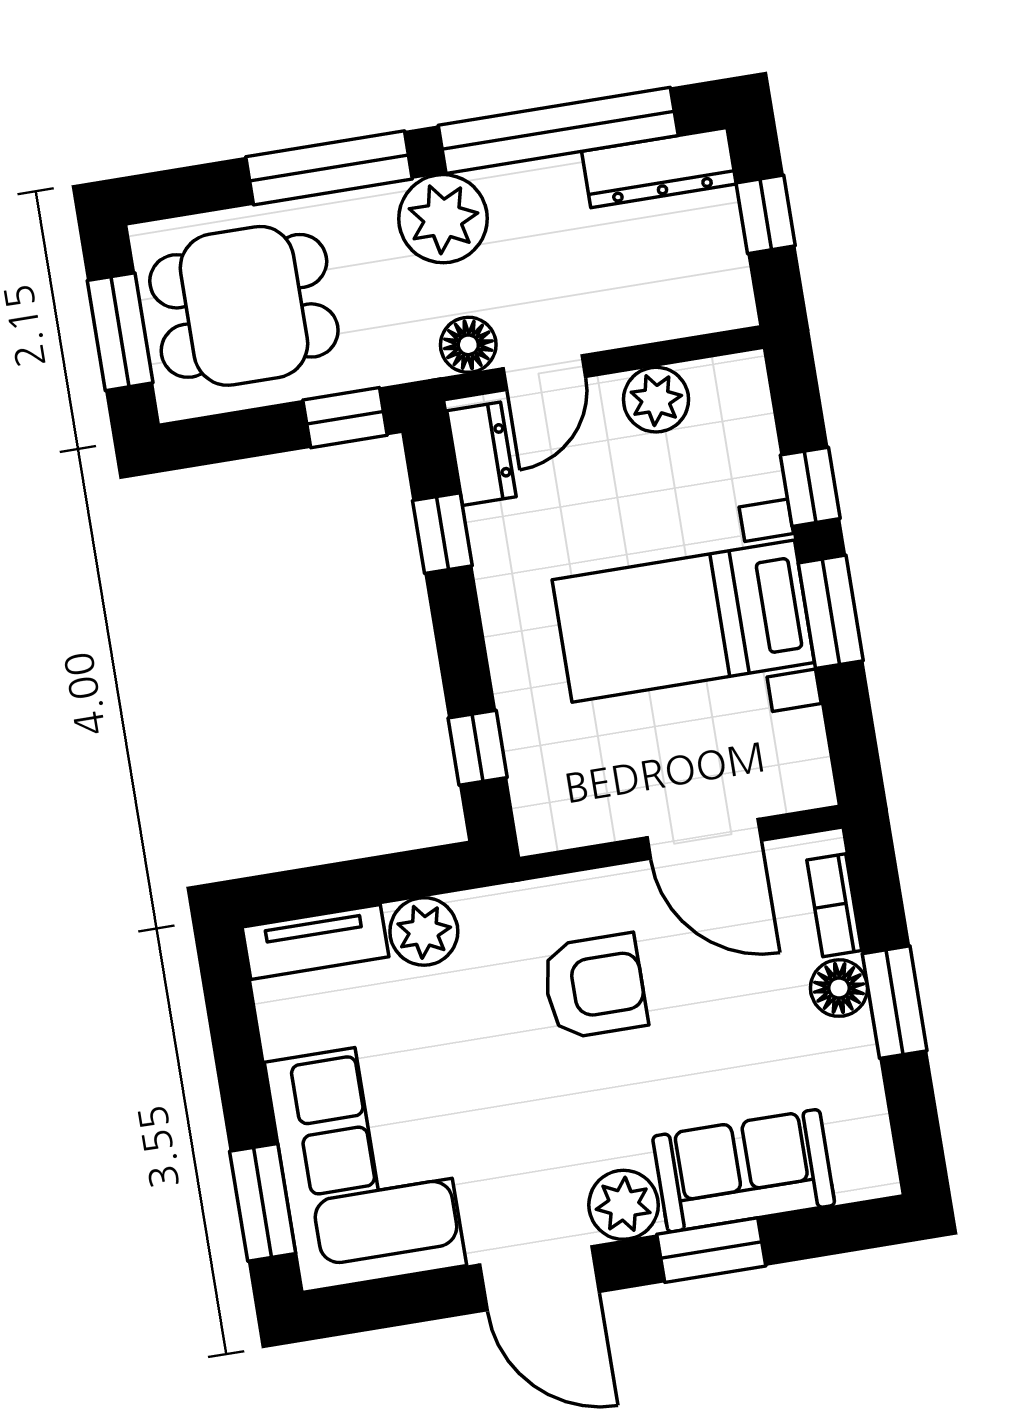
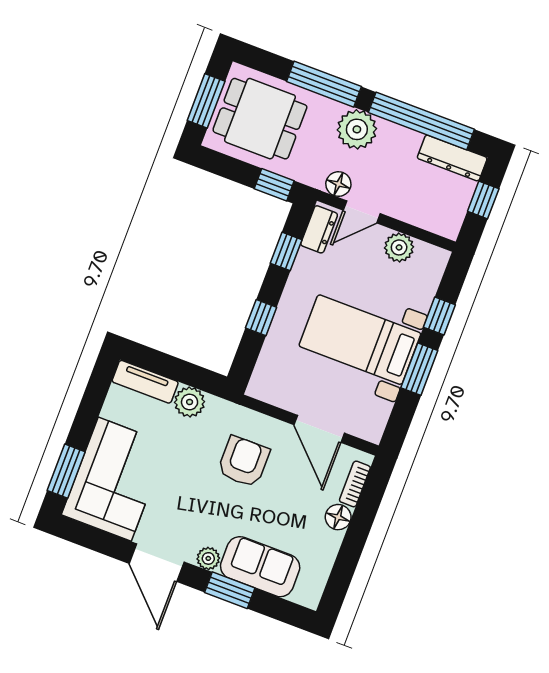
window: (478, 748) -> (261, 318), moved
armchair: (595, 986) -> (244, 462), turned -90
window: (895, 1002) -> (357, 535), removed
plant: (624, 1205) -> (208, 558), width x0.73, depth x0.73

